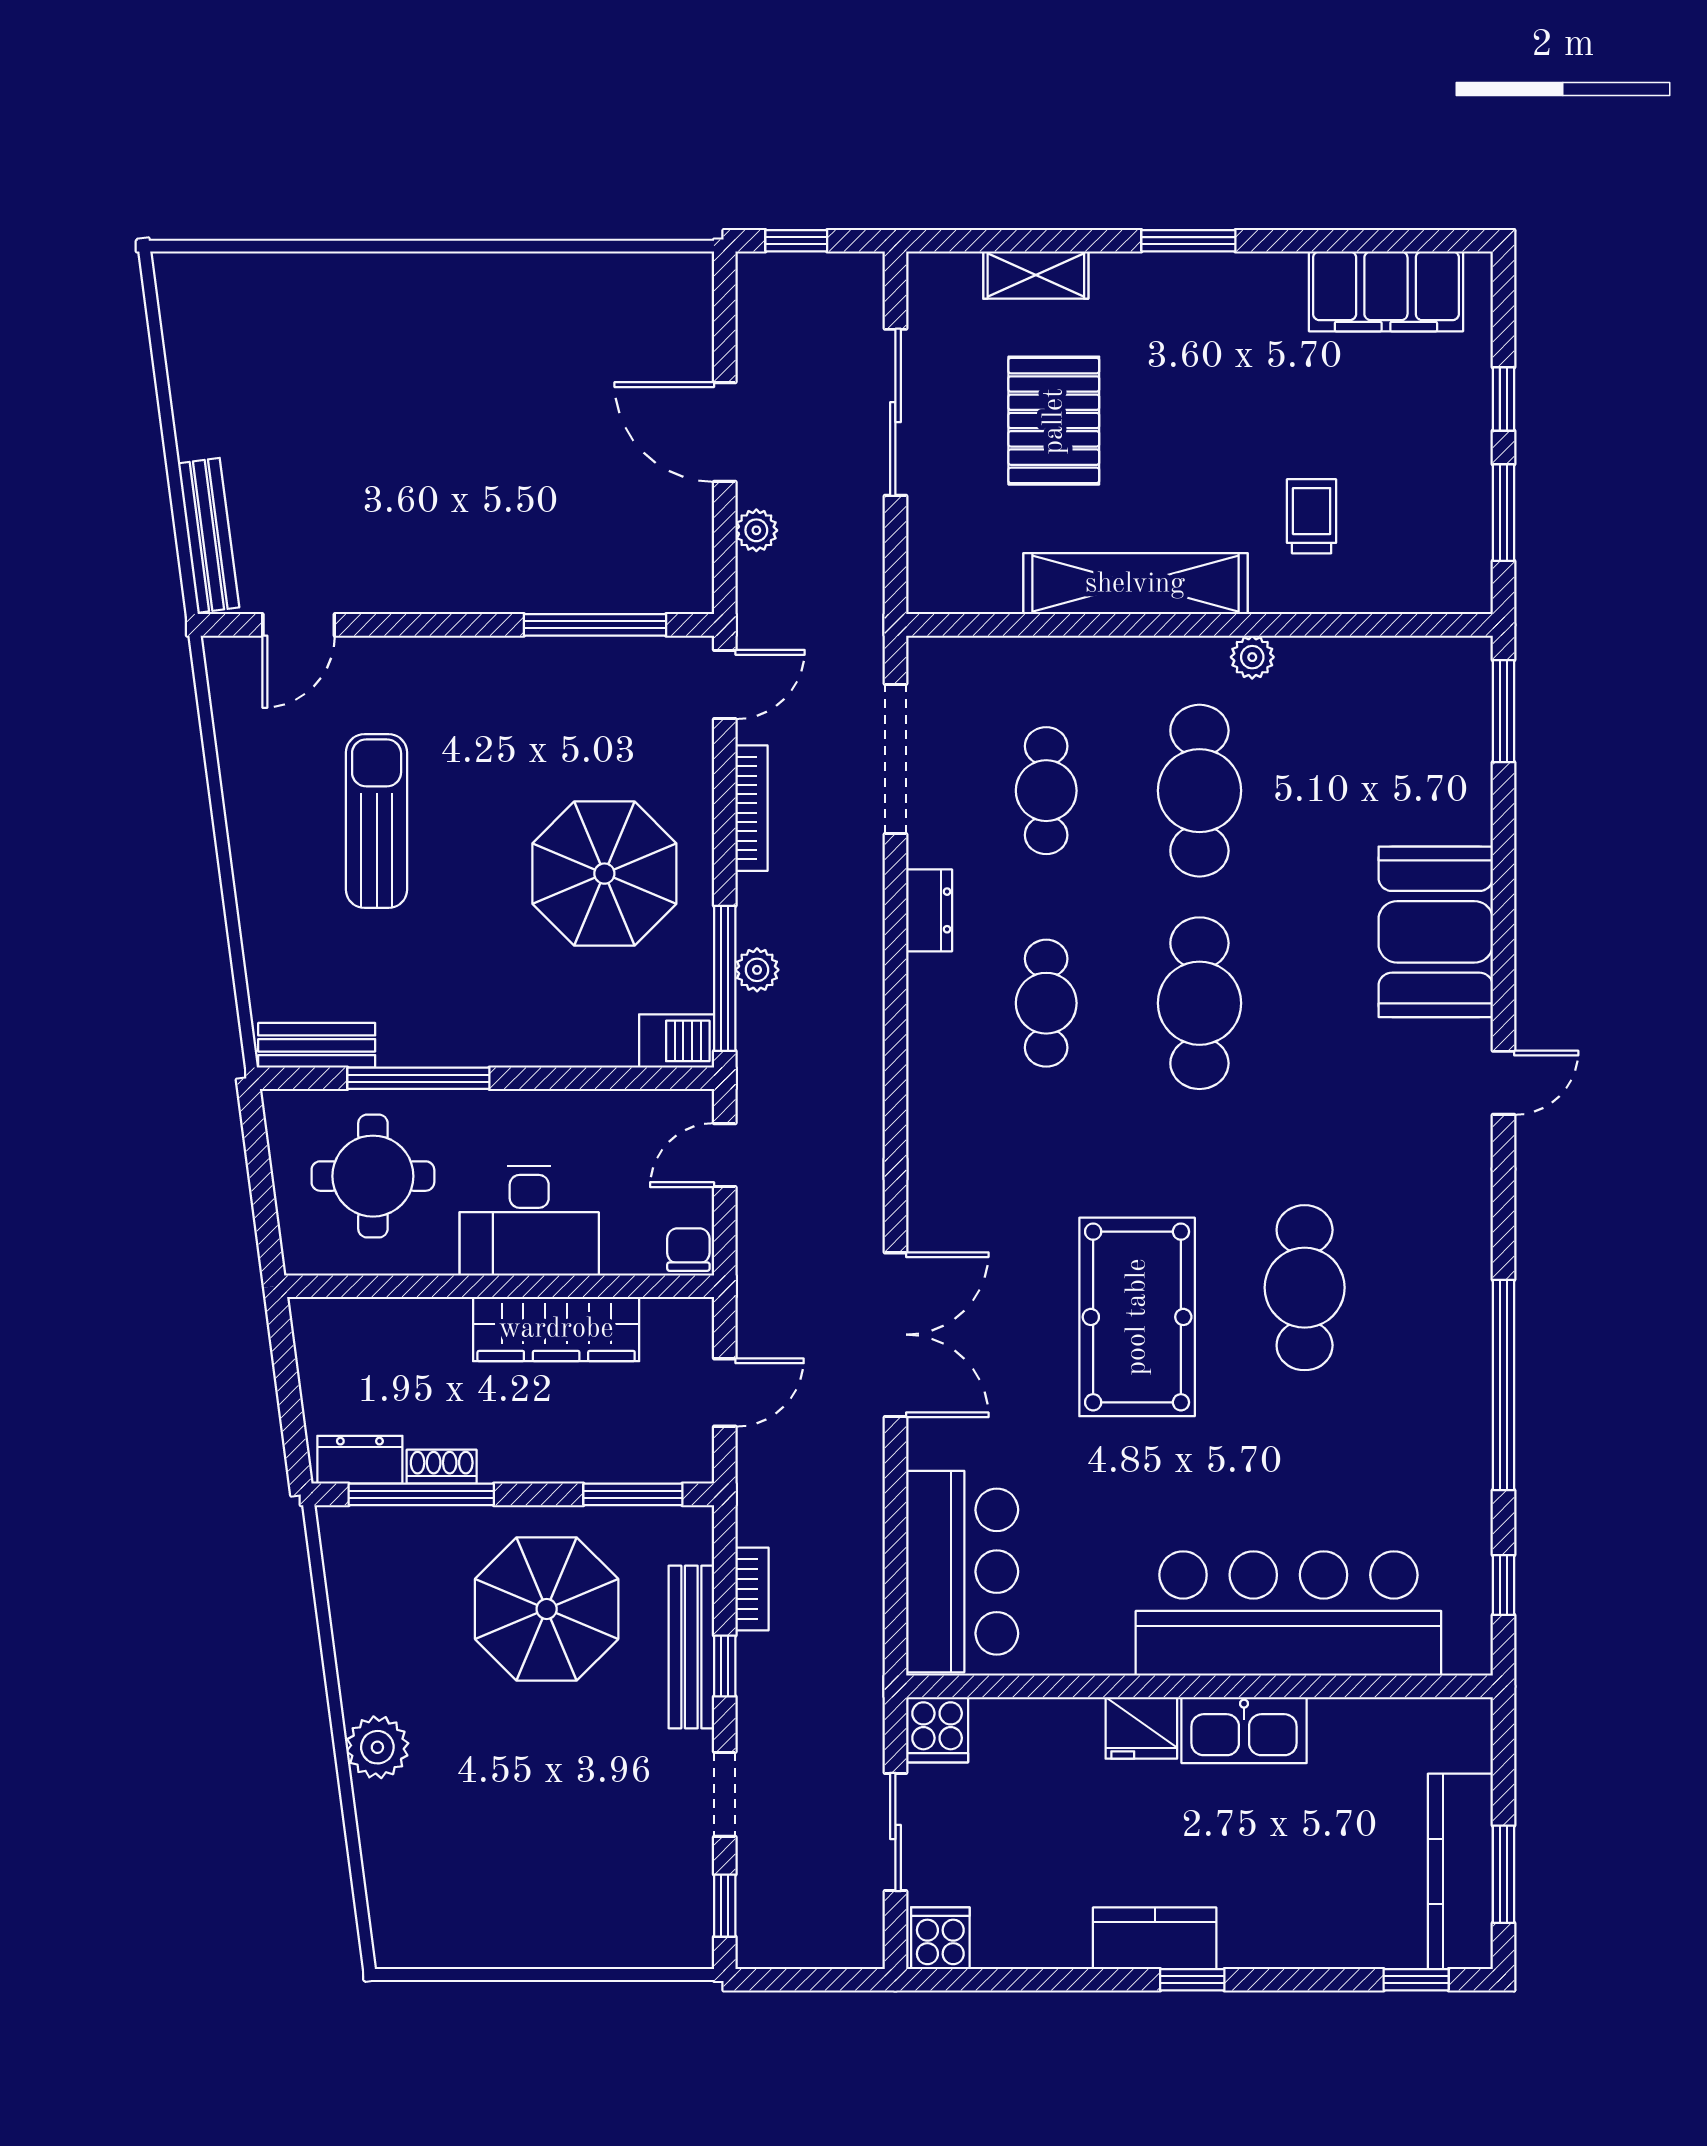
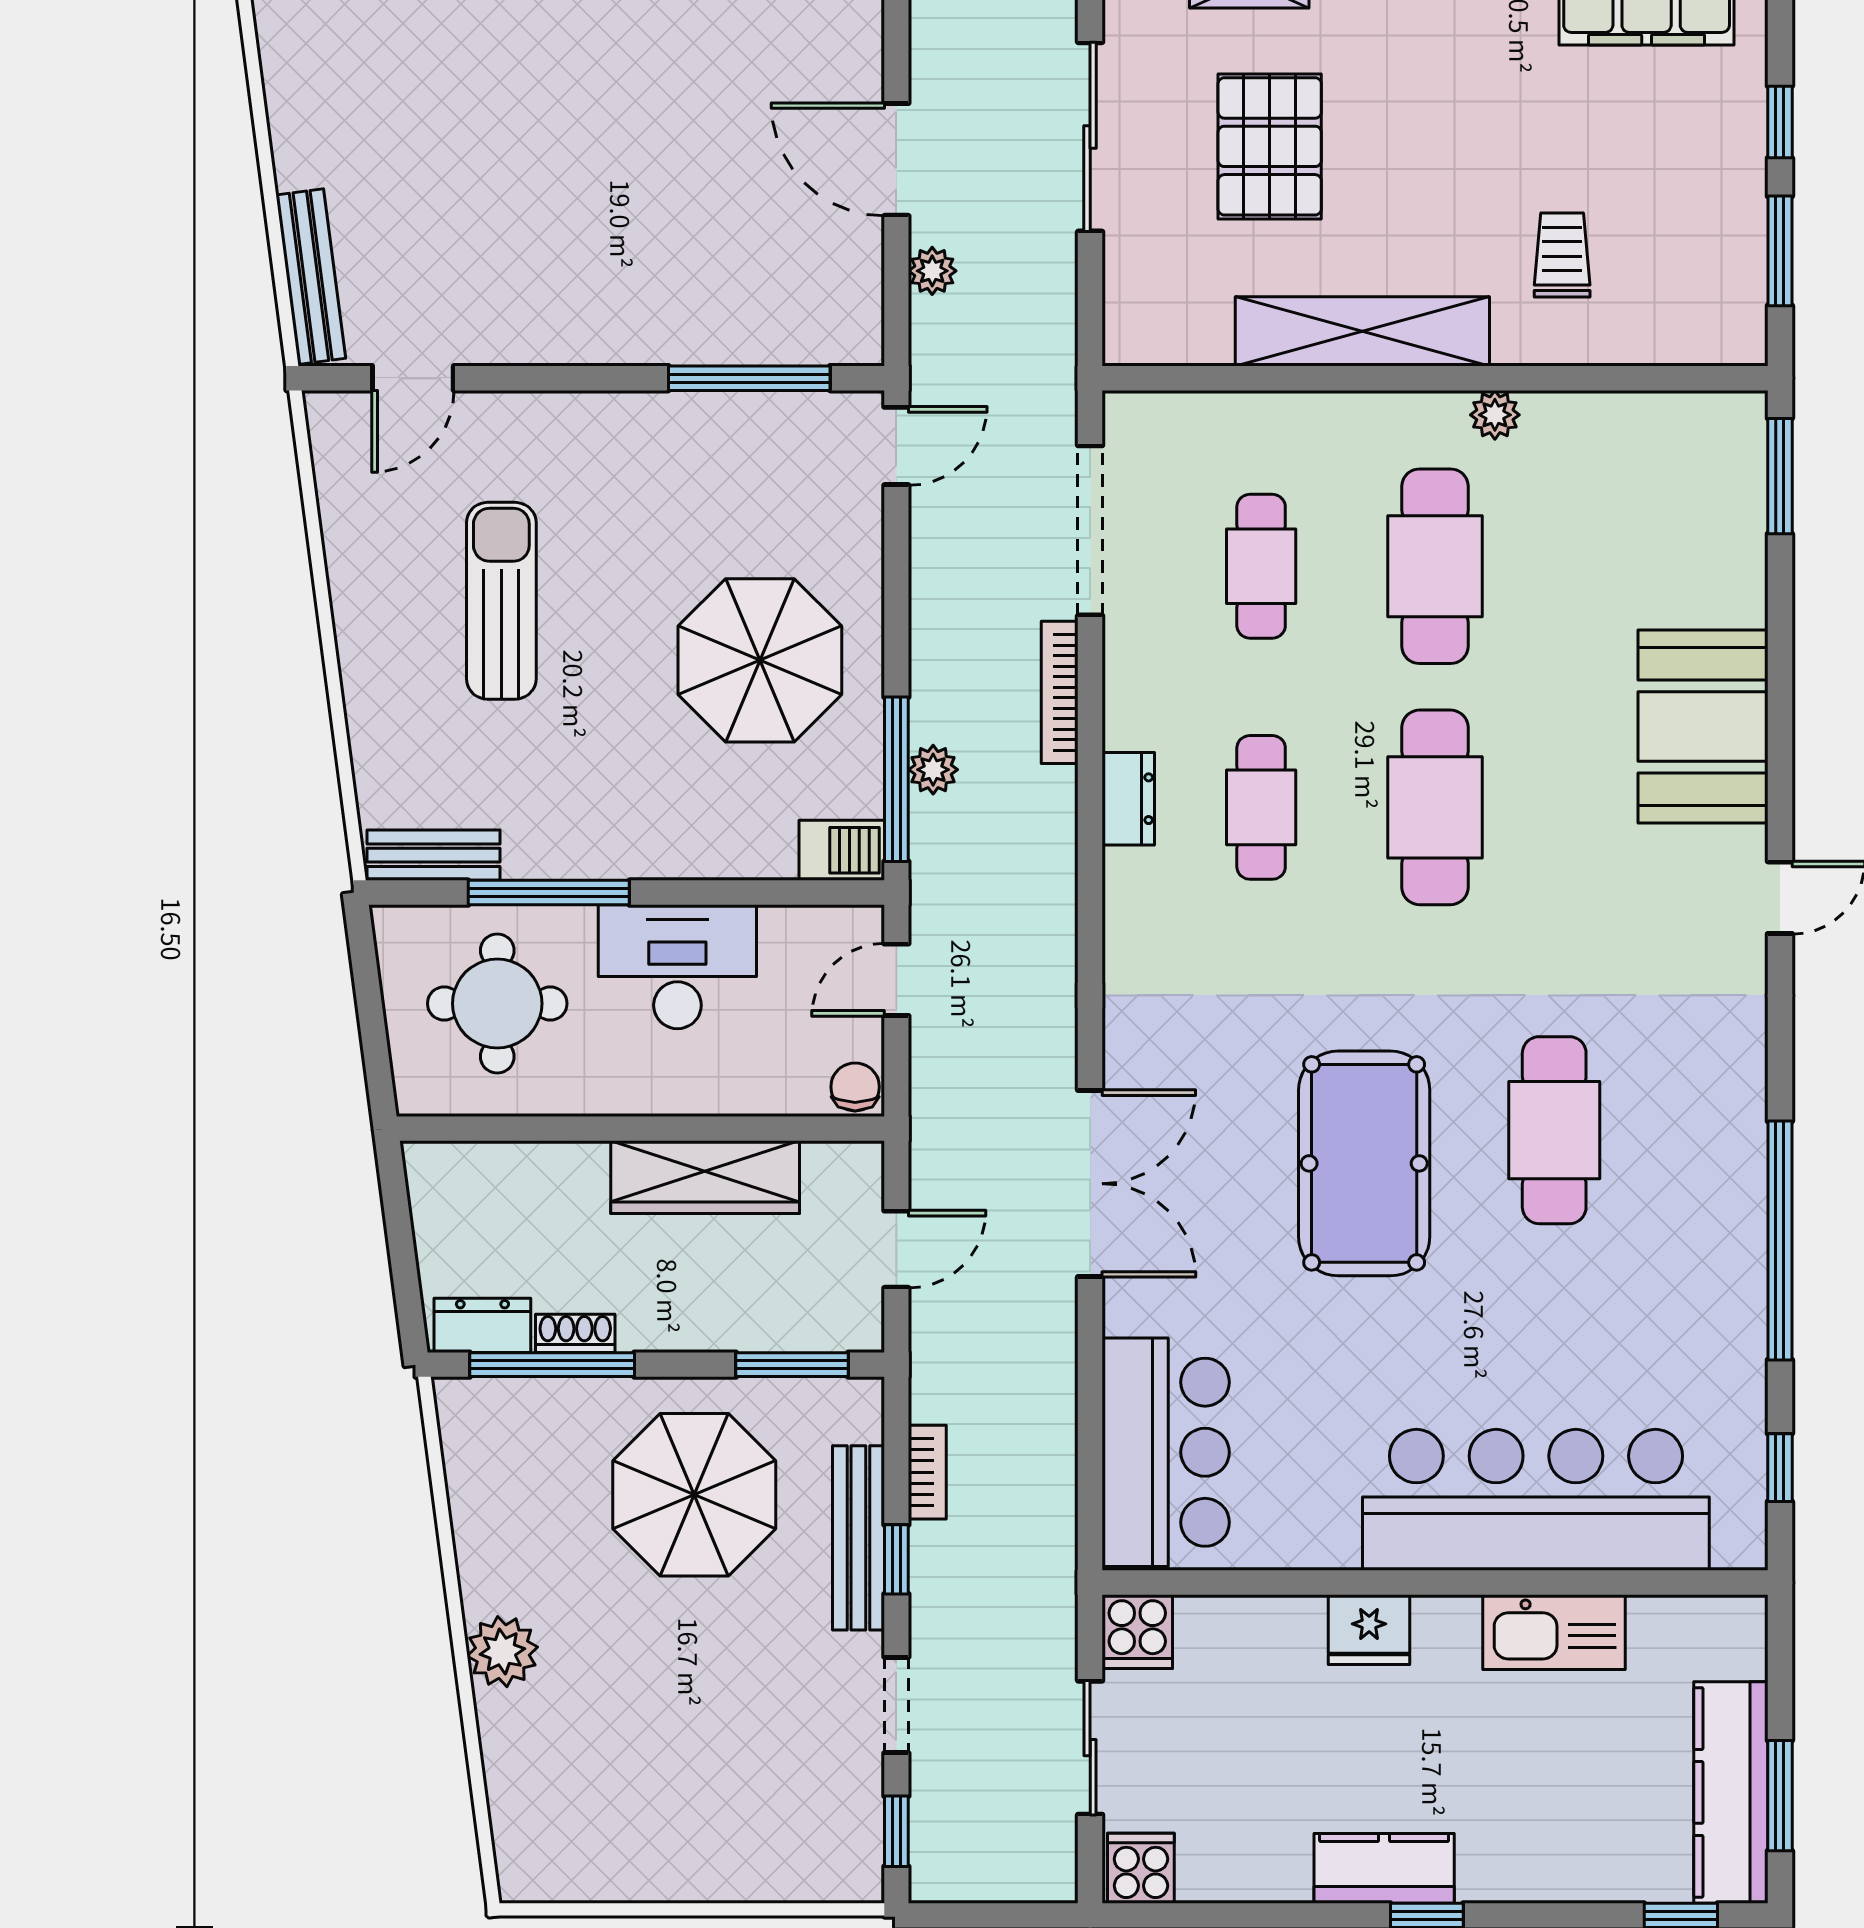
bookcase: (751, 808) -> (1060, 692), moved, turned 180
dresser: (929, 910) -> (1128, 799), moved
desk: (529, 1221) -> (677, 967), moved, turned 180
kitchen sink: (1244, 1730) -> (1554, 1632), moved

